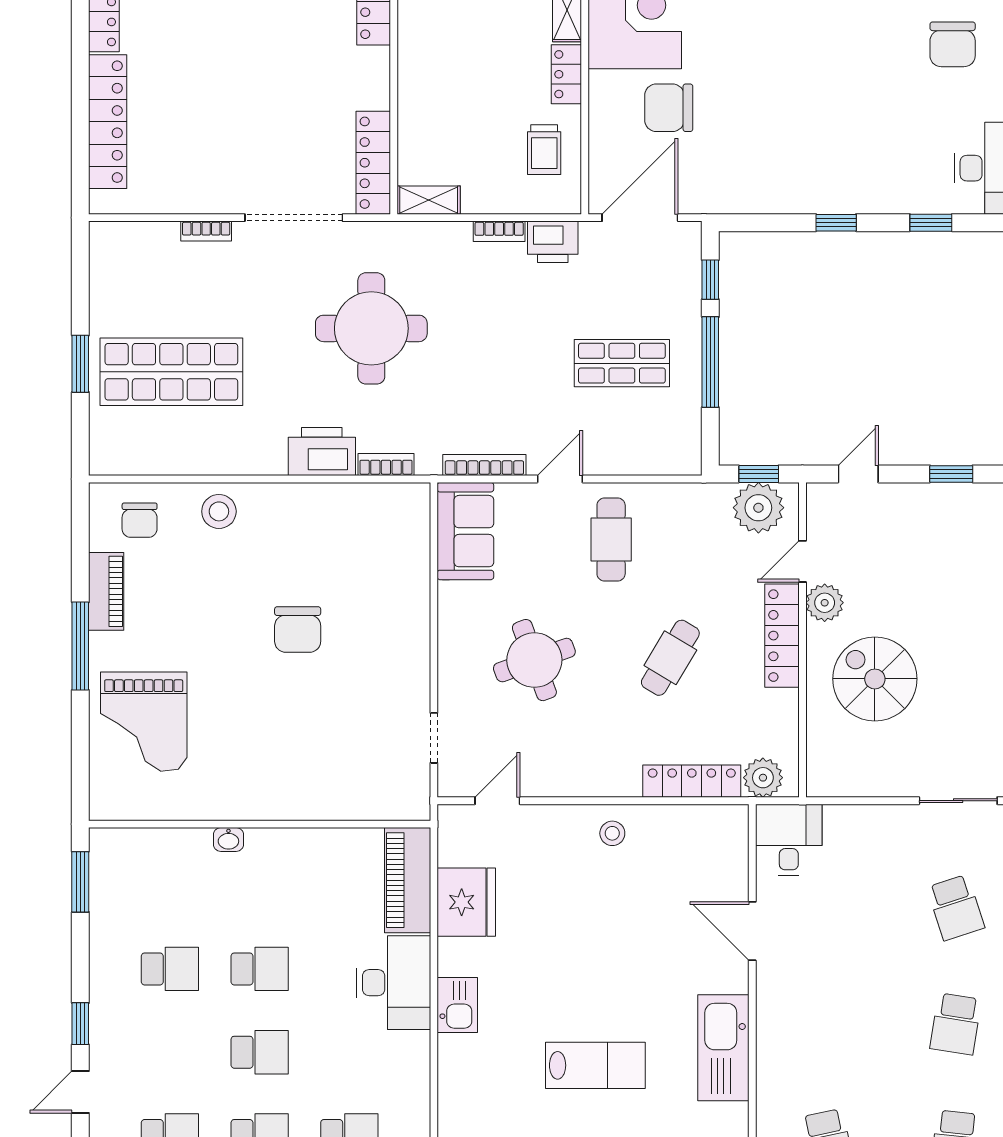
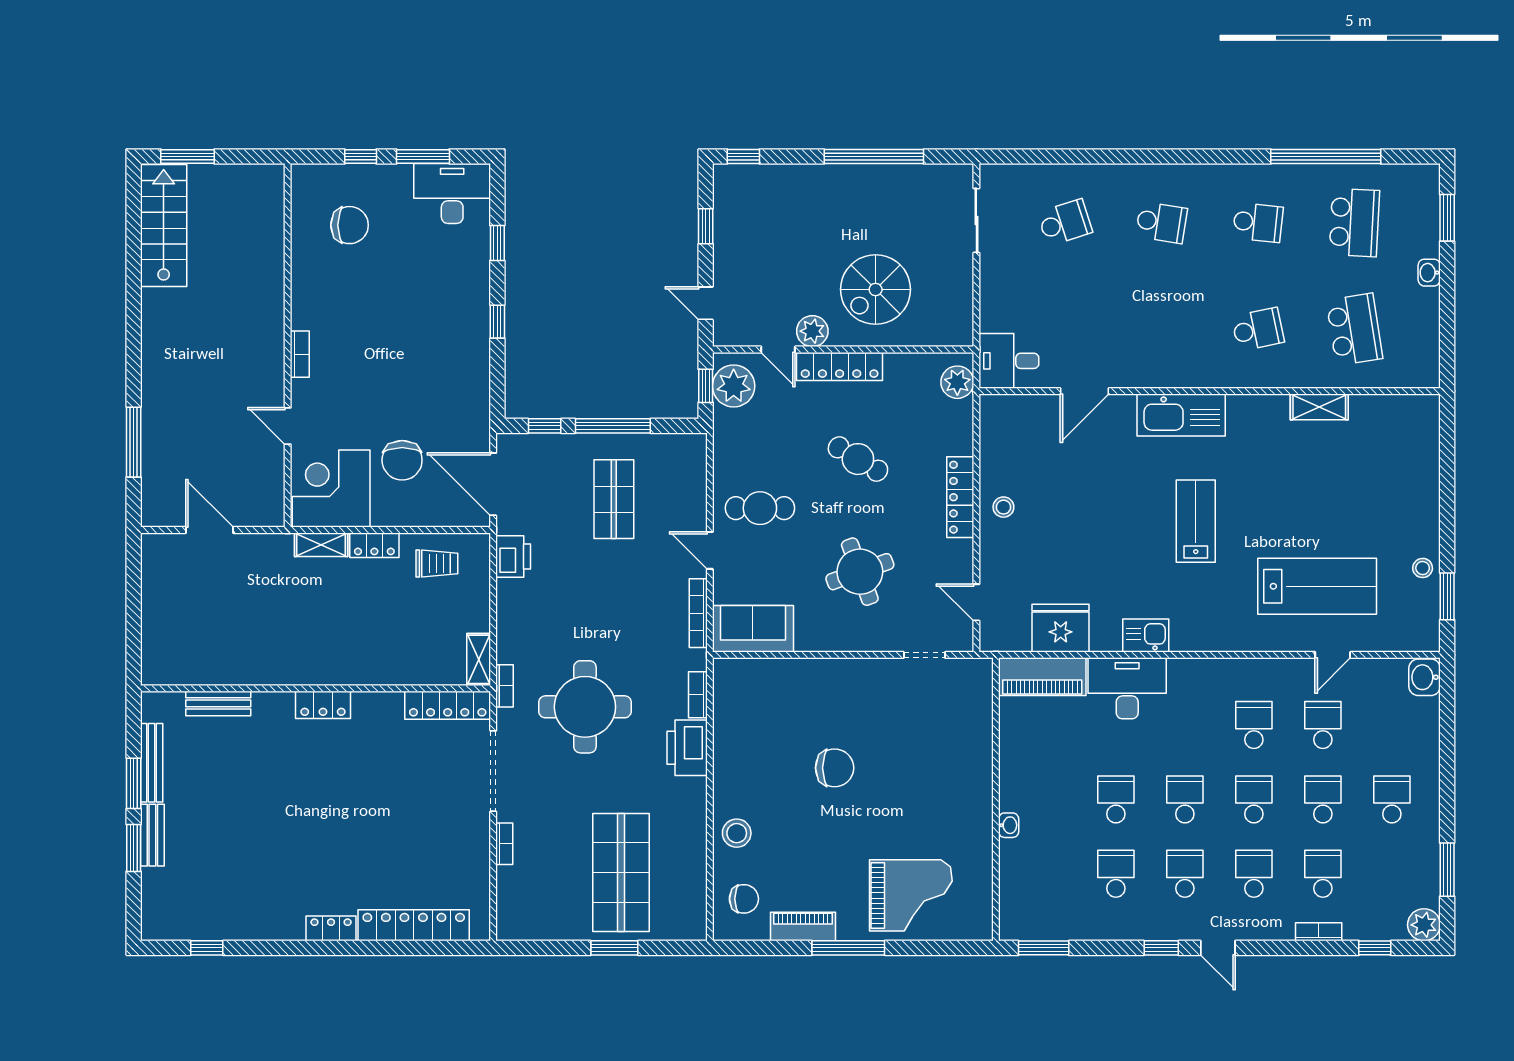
bookcase: (499, 231) -> (505, 686), moved
locker: (692, 781) -> (960, 497), moved
school desk: (170, 1052) -> (1185, 874), added

